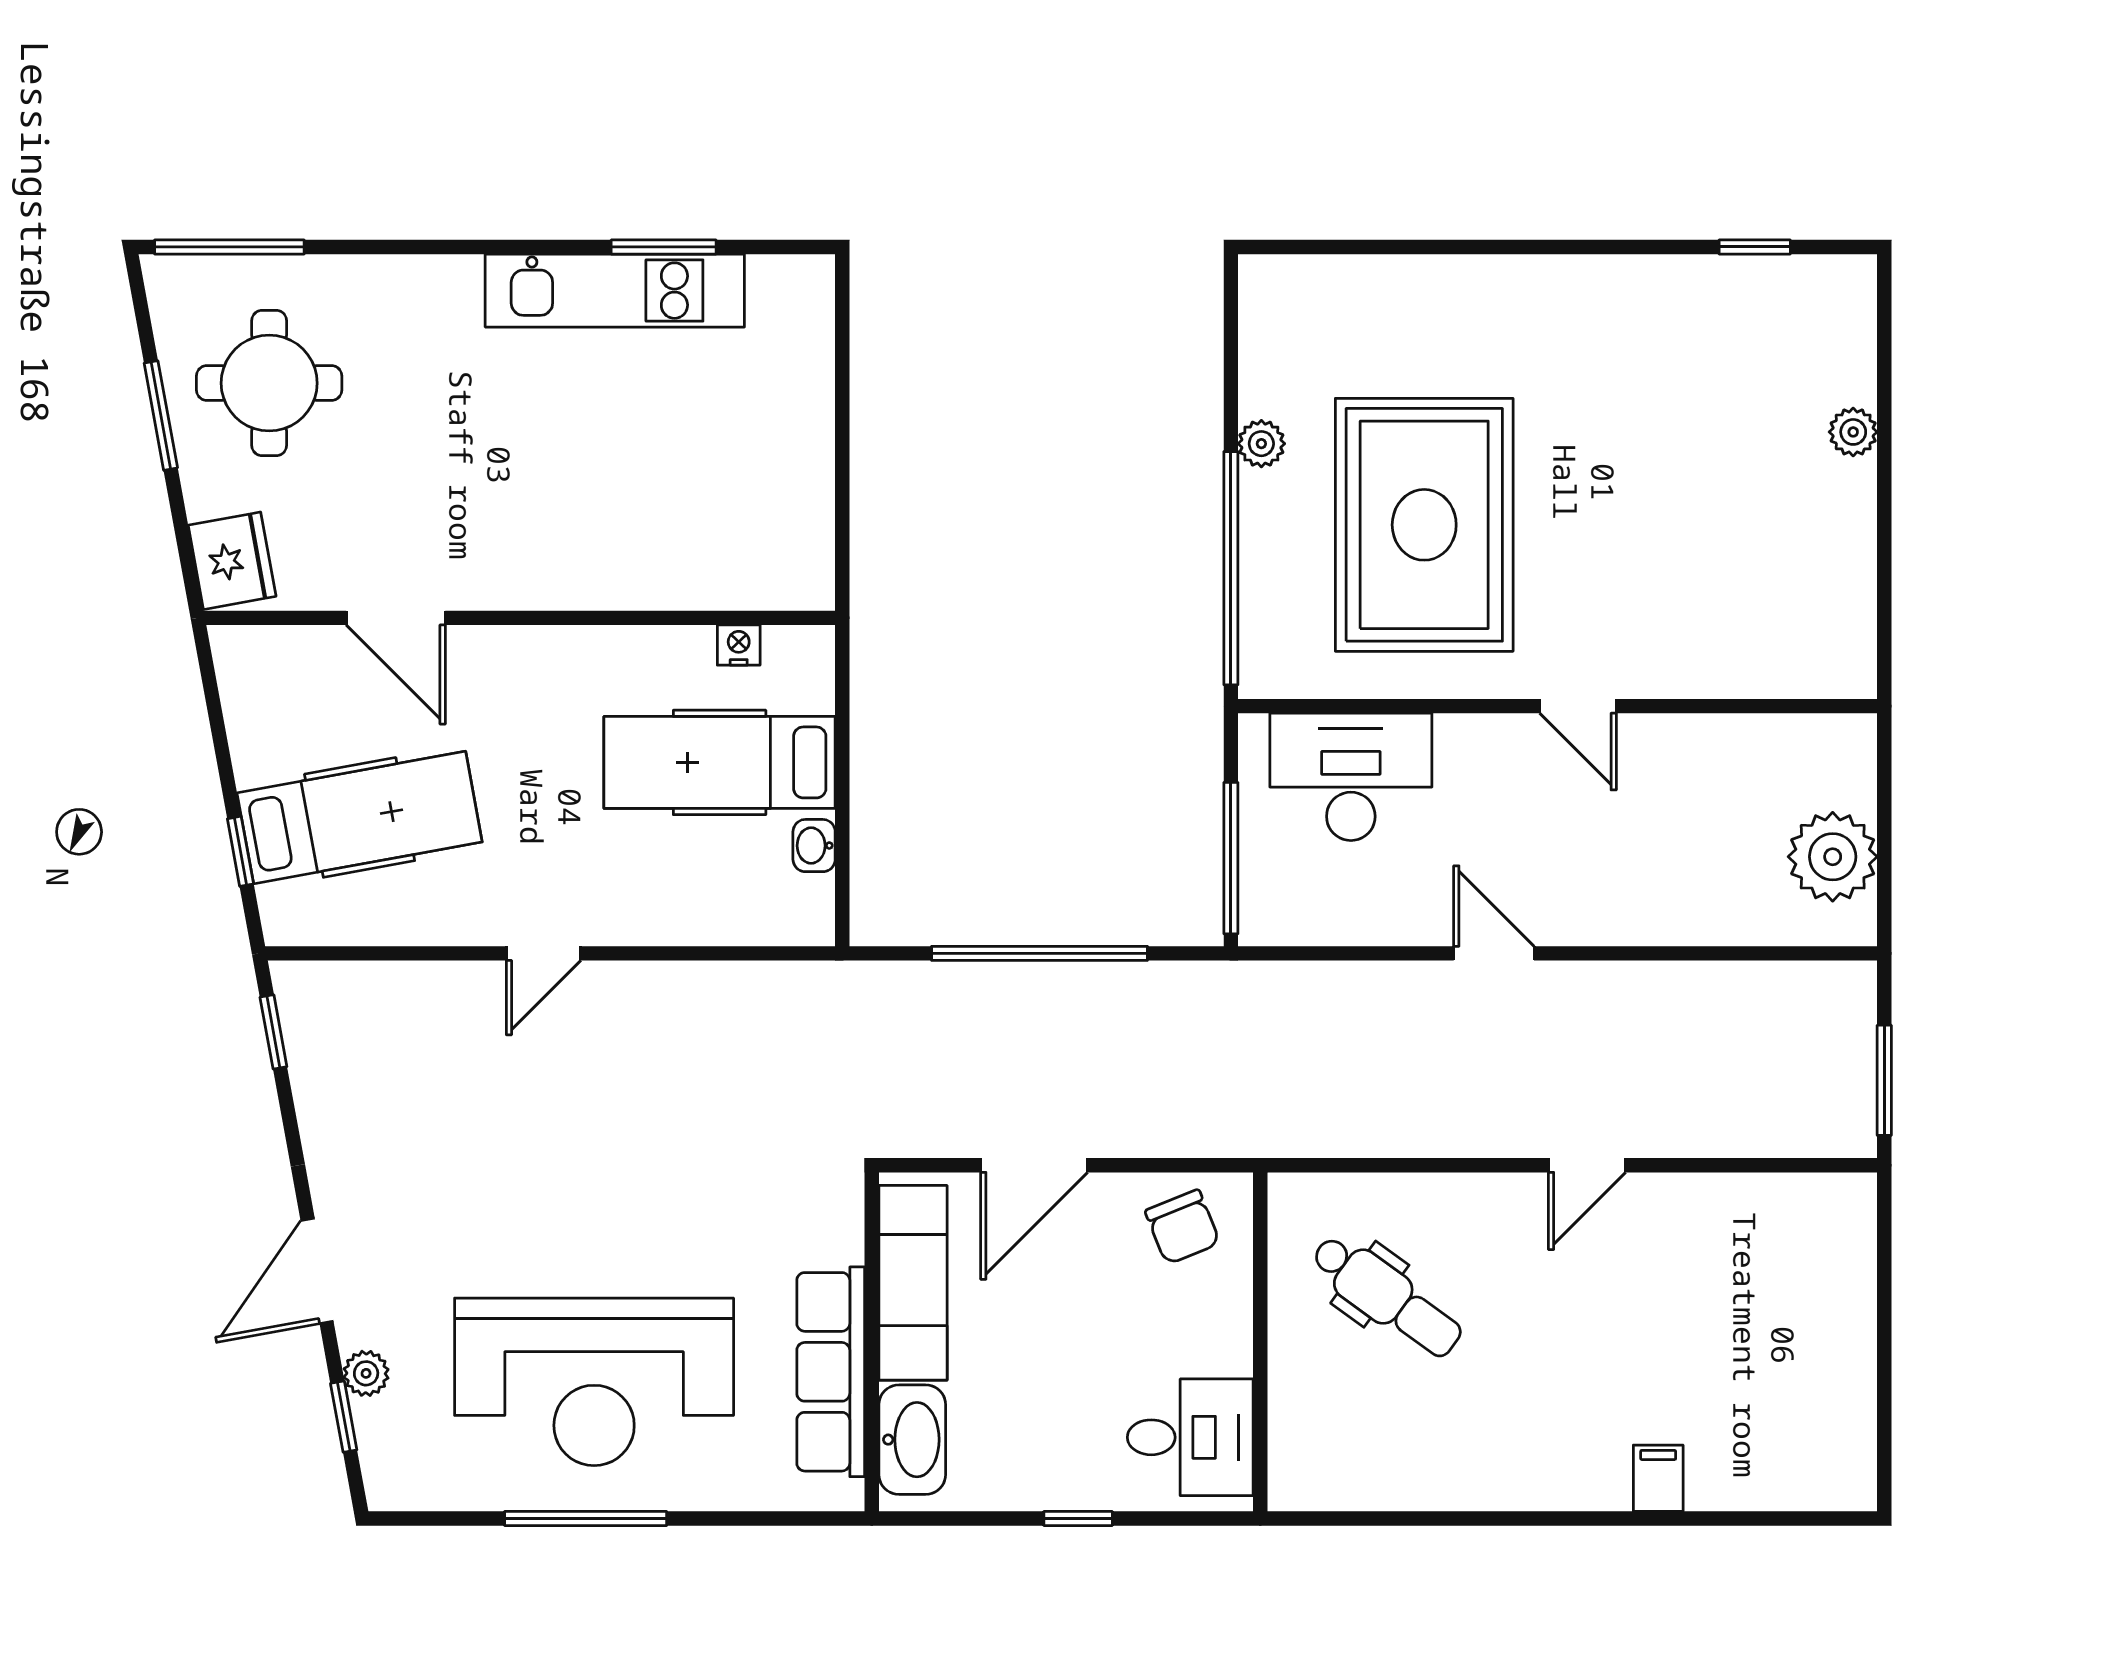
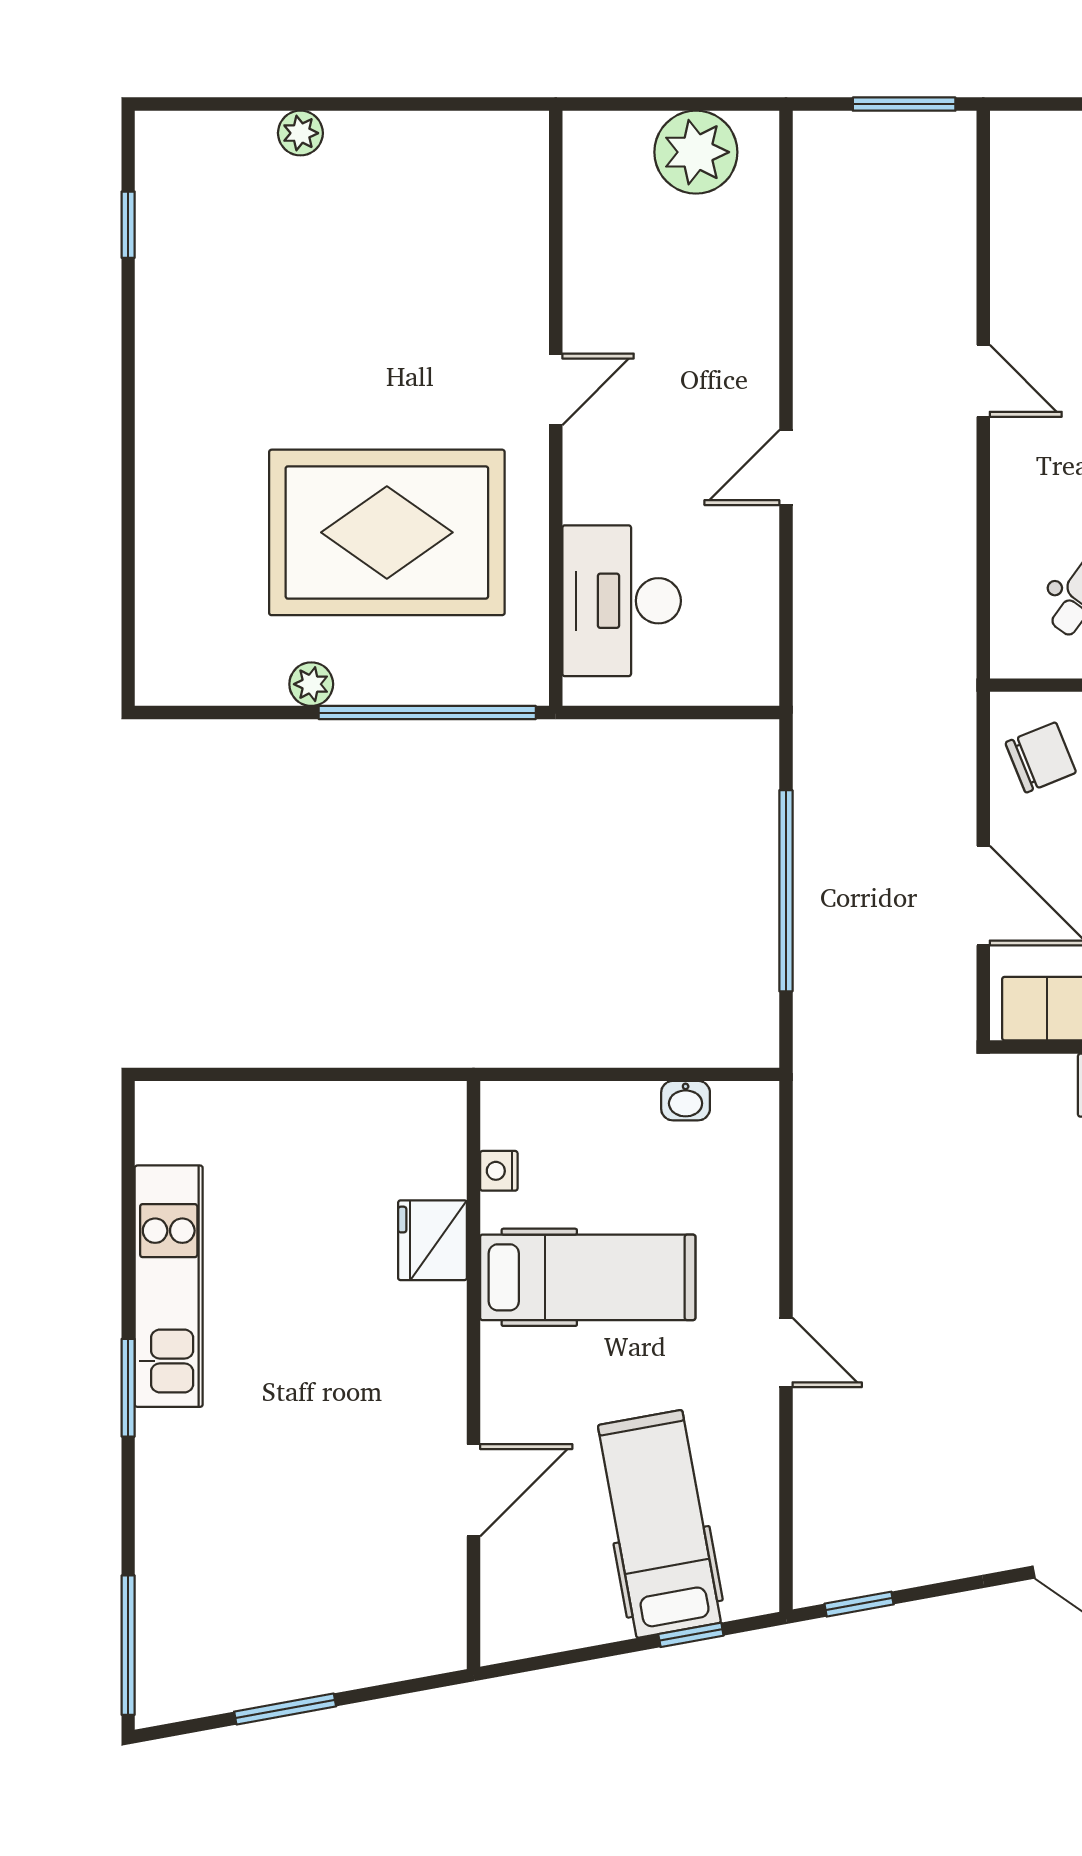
window: (664, 247) -> (128, 1388), moved
round table: (269, 383) -> (255, 1608), removed
fridge: (232, 561) -> (432, 1240), moved, turned -80
hospital bed: (720, 762) -> (588, 1277), moved, turned -90
window: (1231, 858) -> (697, 713), removed

